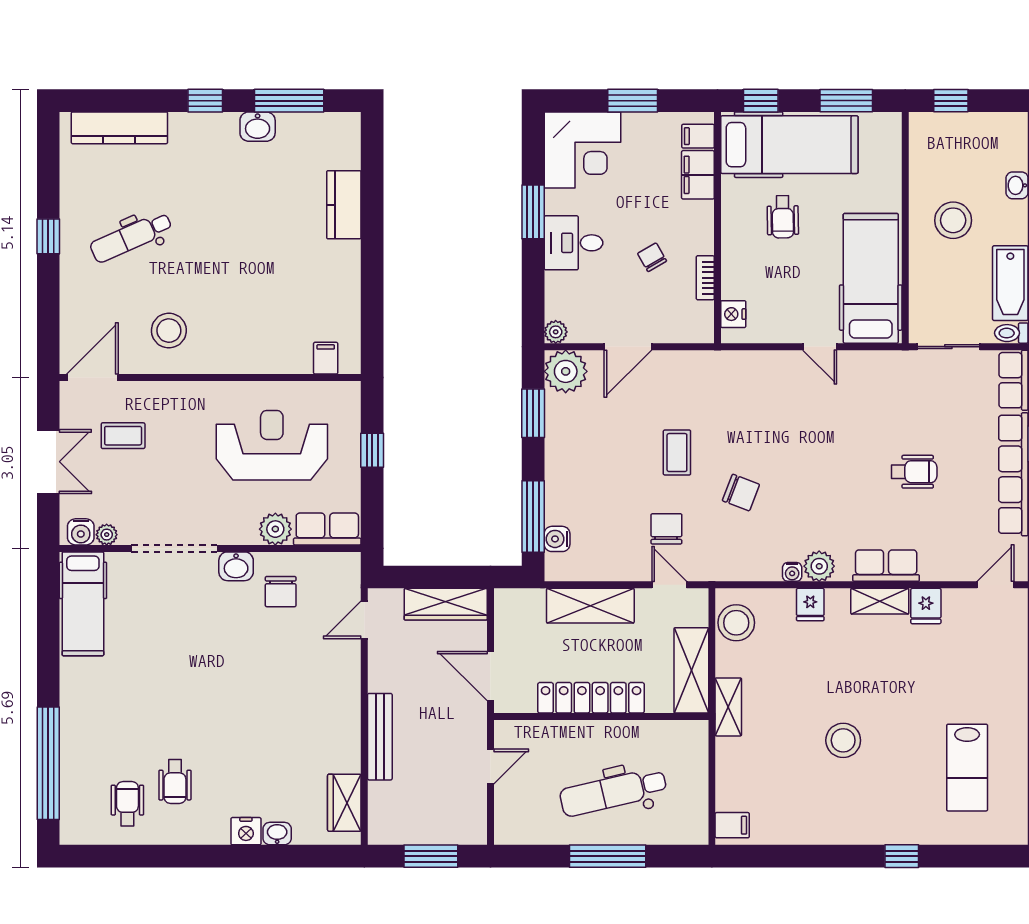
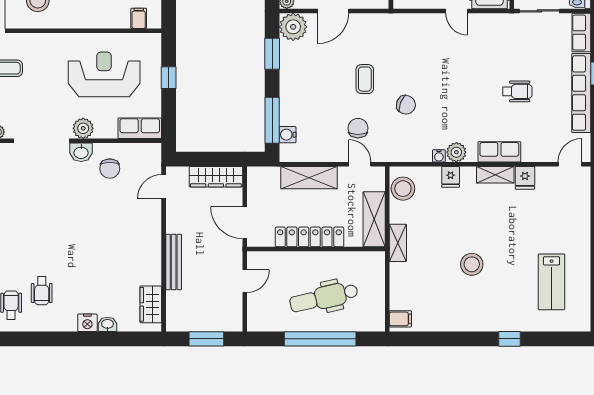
plant: (275, 529) -> (83, 128), moved
window: (608, 856) -> (320, 339), width x1.46

